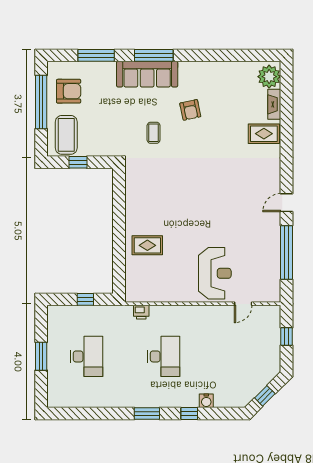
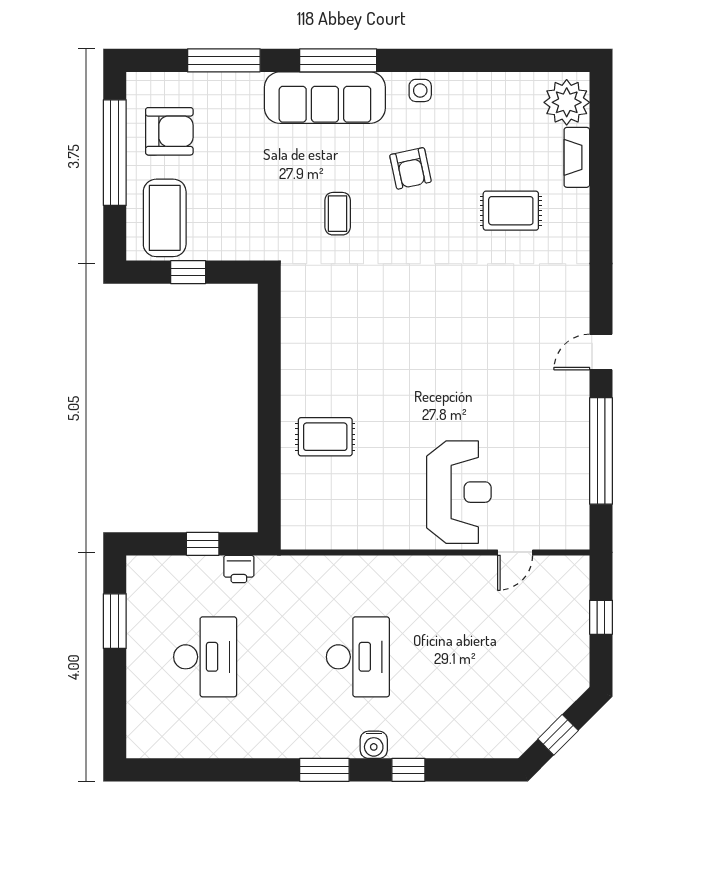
side table: (195, 71) -> (420, 90), added
rug: (264, 134) -> (511, 211), moved
printer: (141, 312) -> (239, 569), moved
window: (41, 356) -> (115, 621), moved
water cooler: (206, 401) -> (374, 745), moved

